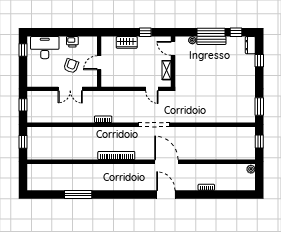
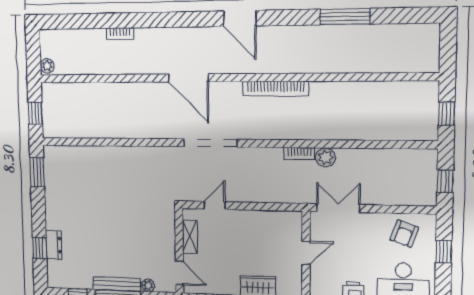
dresser: (250, 45) -> (54, 245), moved
window: (23, 50) -> (444, 252), moved
armchair: (71, 66) -> (404, 234), moved
double door: (70, 89) -> (338, 208), moved
door: (152, 89) -> (214, 205), hinge flipped
plant: (88, 117) -> (326, 157), added
door: (166, 195) -> (240, 18), moved

